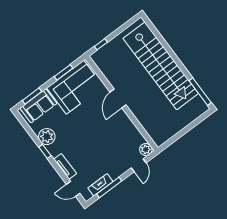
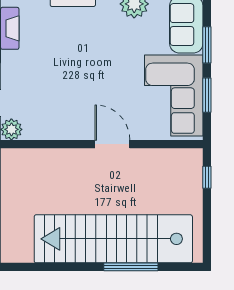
window: (200, 92) -> (131, 267), moved
window: (32, 96) -> (207, 45), moved

